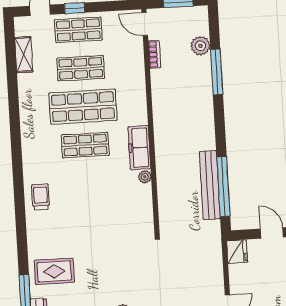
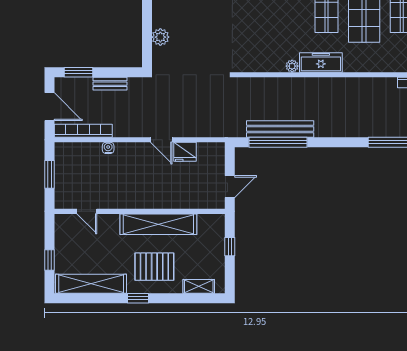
fridge: (237, 251) -> (185, 152), moved

